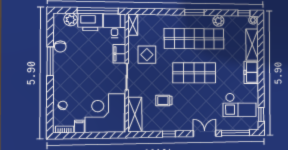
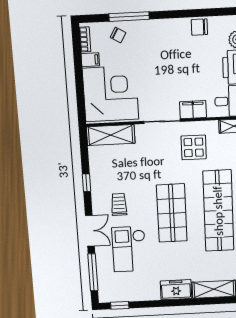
window: (50, 61) -> (129, 17), moved
trolley: (164, 101) -> (119, 204), moved
checkout: (240, 105) -> (129, 249), moved

